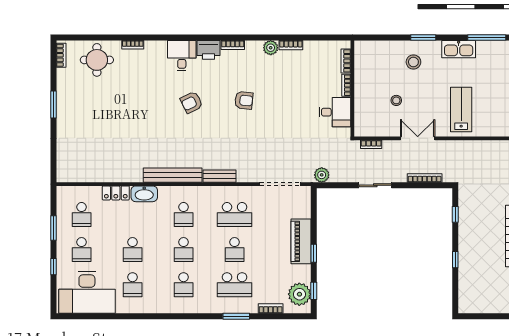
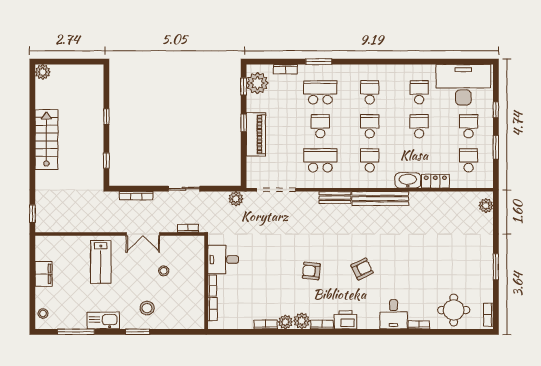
plant: (254, 49) -> (302, 321), added
desk: (182, 56) -> (394, 314), moved
plant: (64, 168) -> (486, 205), added

